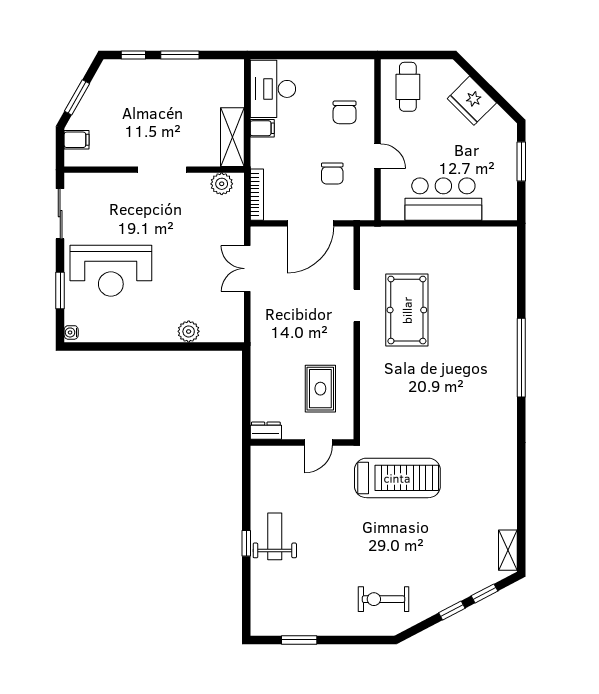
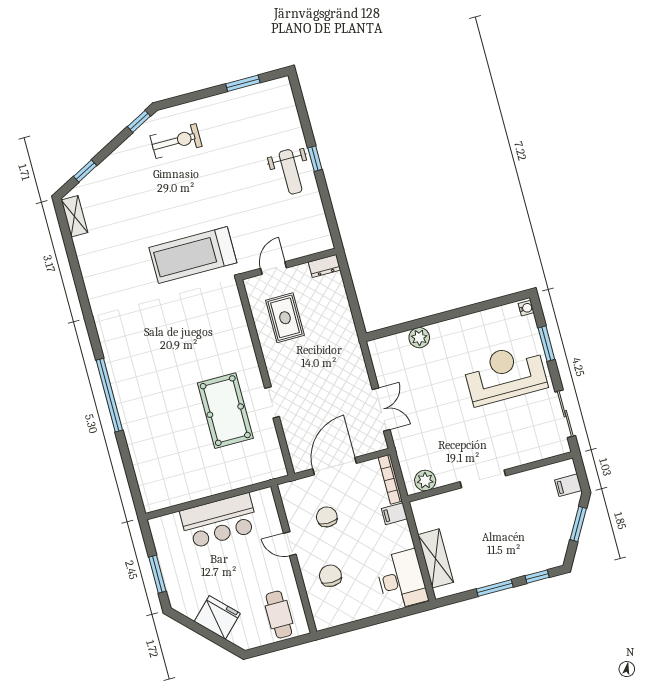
filing cabinet: (262, 128) -> (394, 514), moved
shelving: (232, 137) -> (436, 558), moved
window: (452, 611) -> (139, 121), moved

